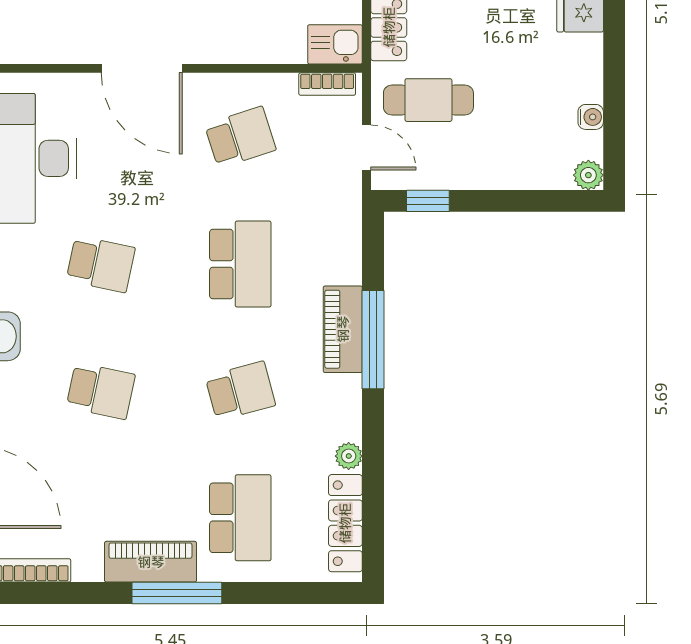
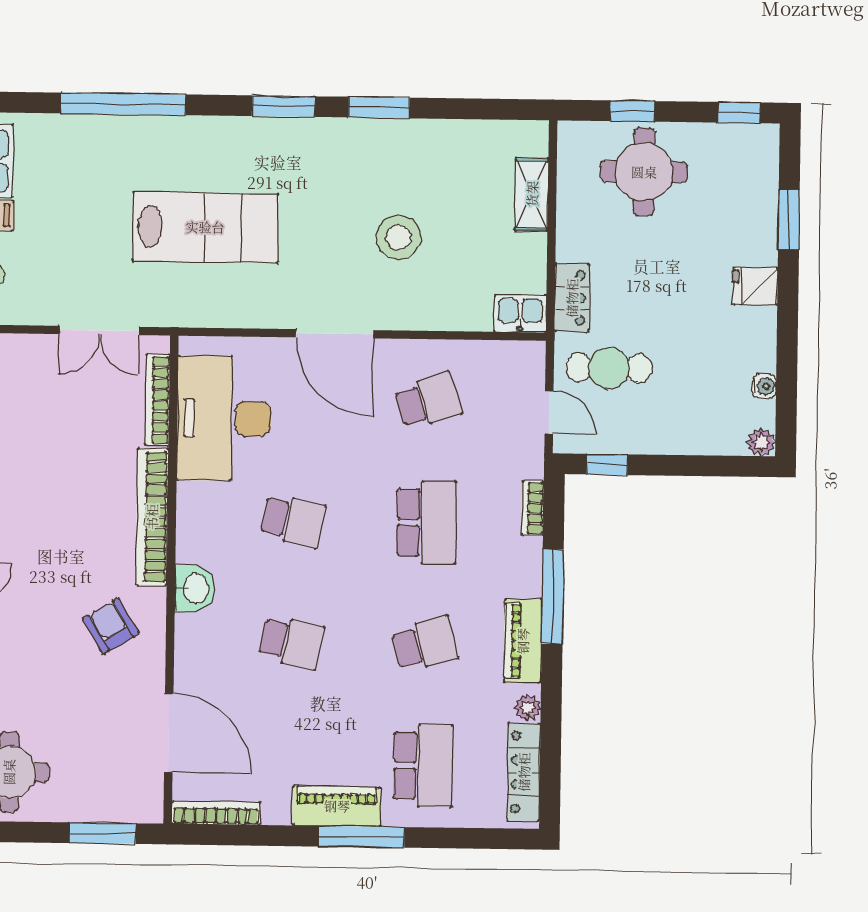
bookcase: (327, 84) -> (533, 508), moved, turned 90
piano: (343, 329) -> (523, 641), moved

